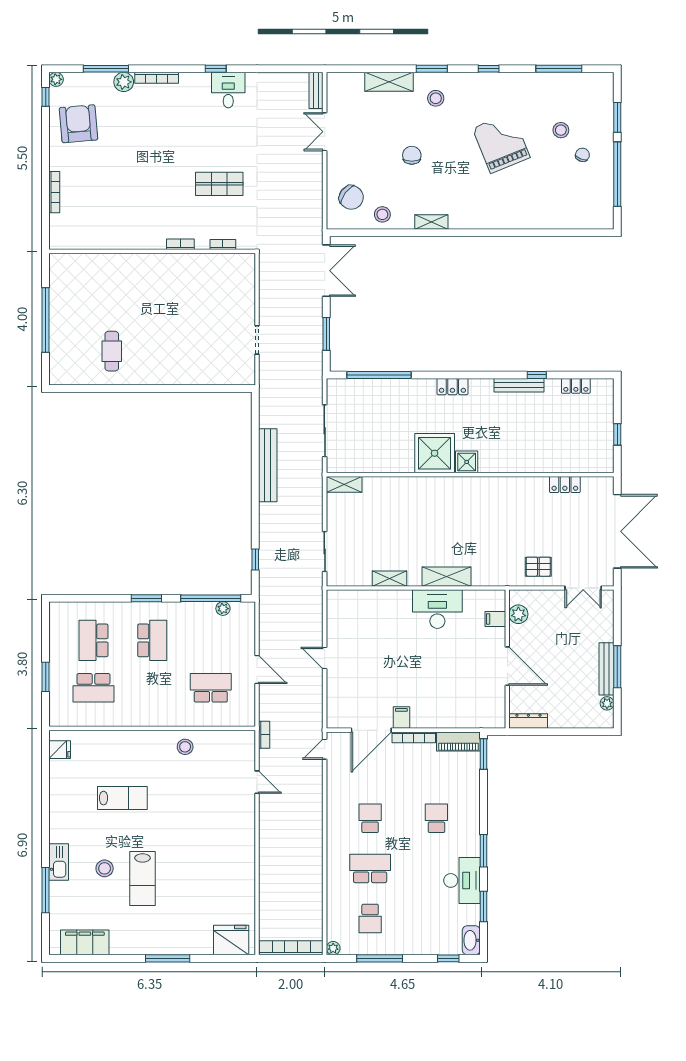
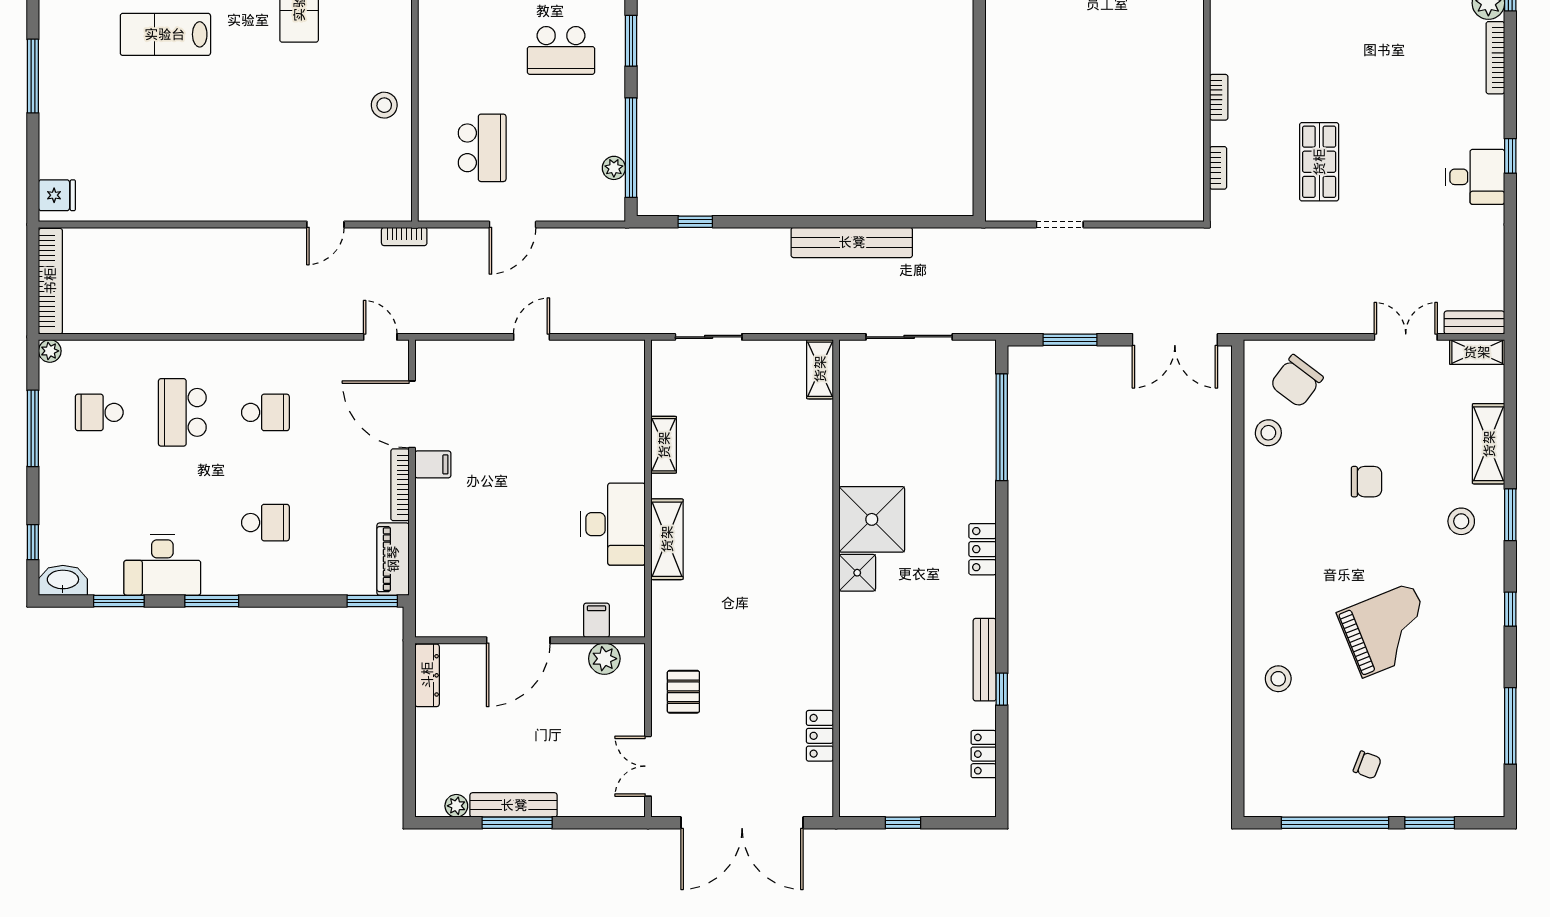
stool: (561, 130) -> (1278, 679), moved
shelving: (431, 222) -> (1477, 352), moved, turned 90
school desk: (370, 868) -> (182, 412), turned 180
fridge: (231, 940) -> (57, 195), width x0.53, depth x0.75

